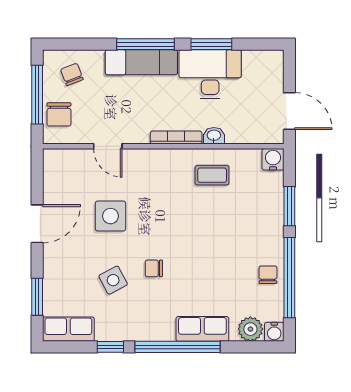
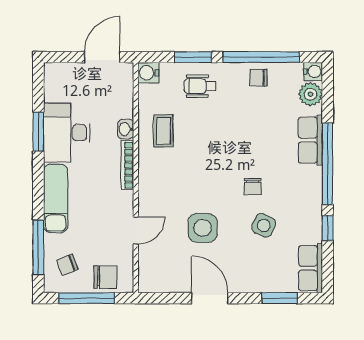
window: (146, 44) -> (38, 247), moved
wheelchair: (259, 213) -> (200, 86), added
side table: (113, 280) -> (264, 225), turned -37

